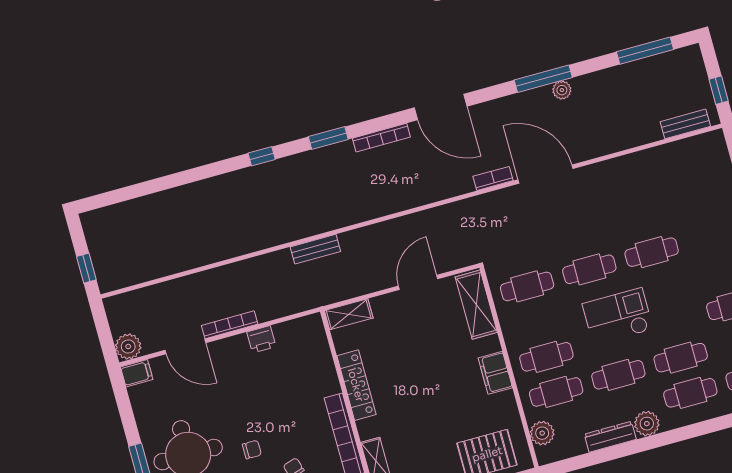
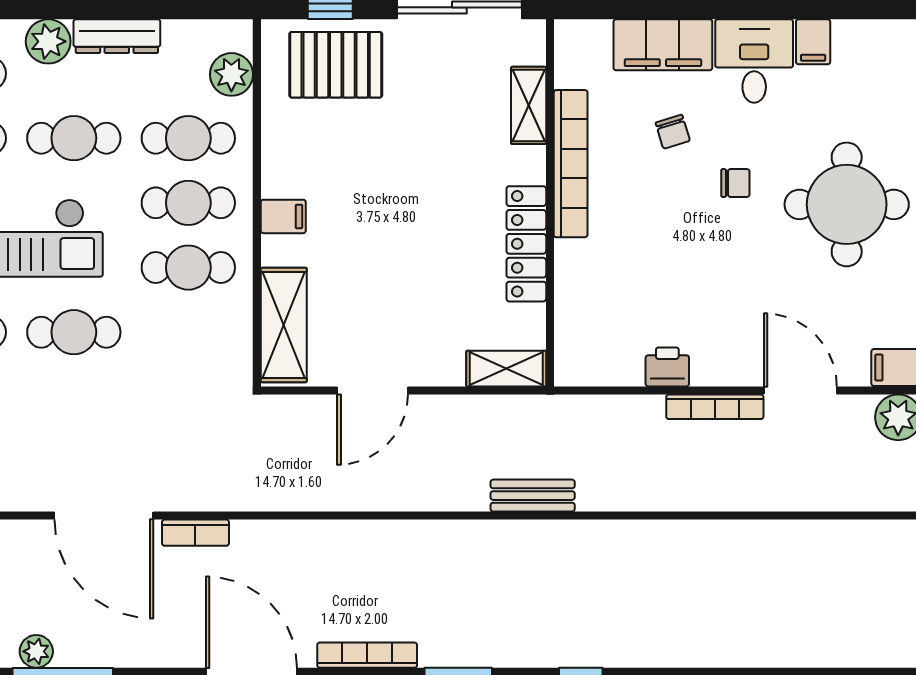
cafe table: (527, 286) -> (188, 268), moved
filing cabinet: (495, 373) -> (283, 216), width x0.50
chair: (252, 450) -> (735, 183), turned 180

